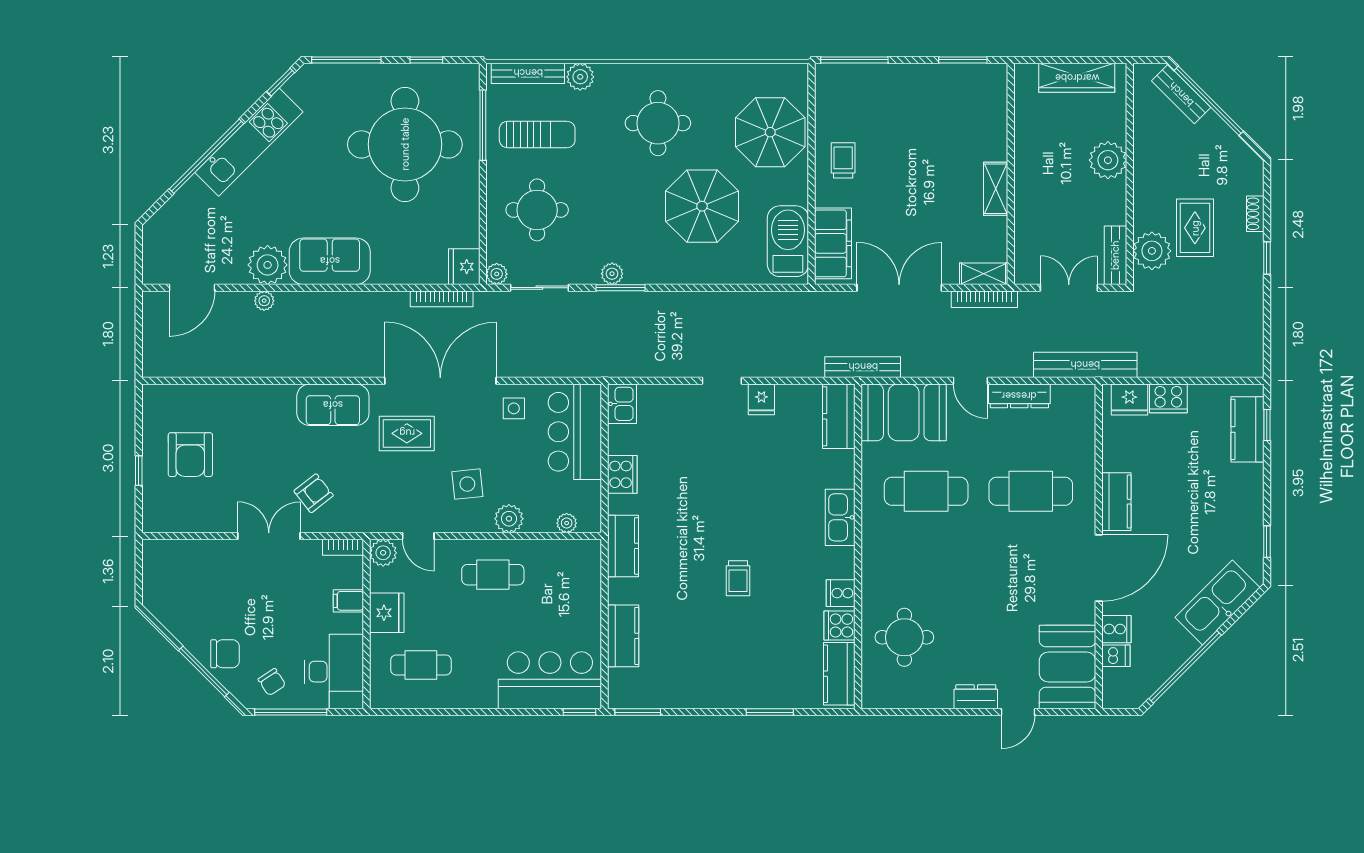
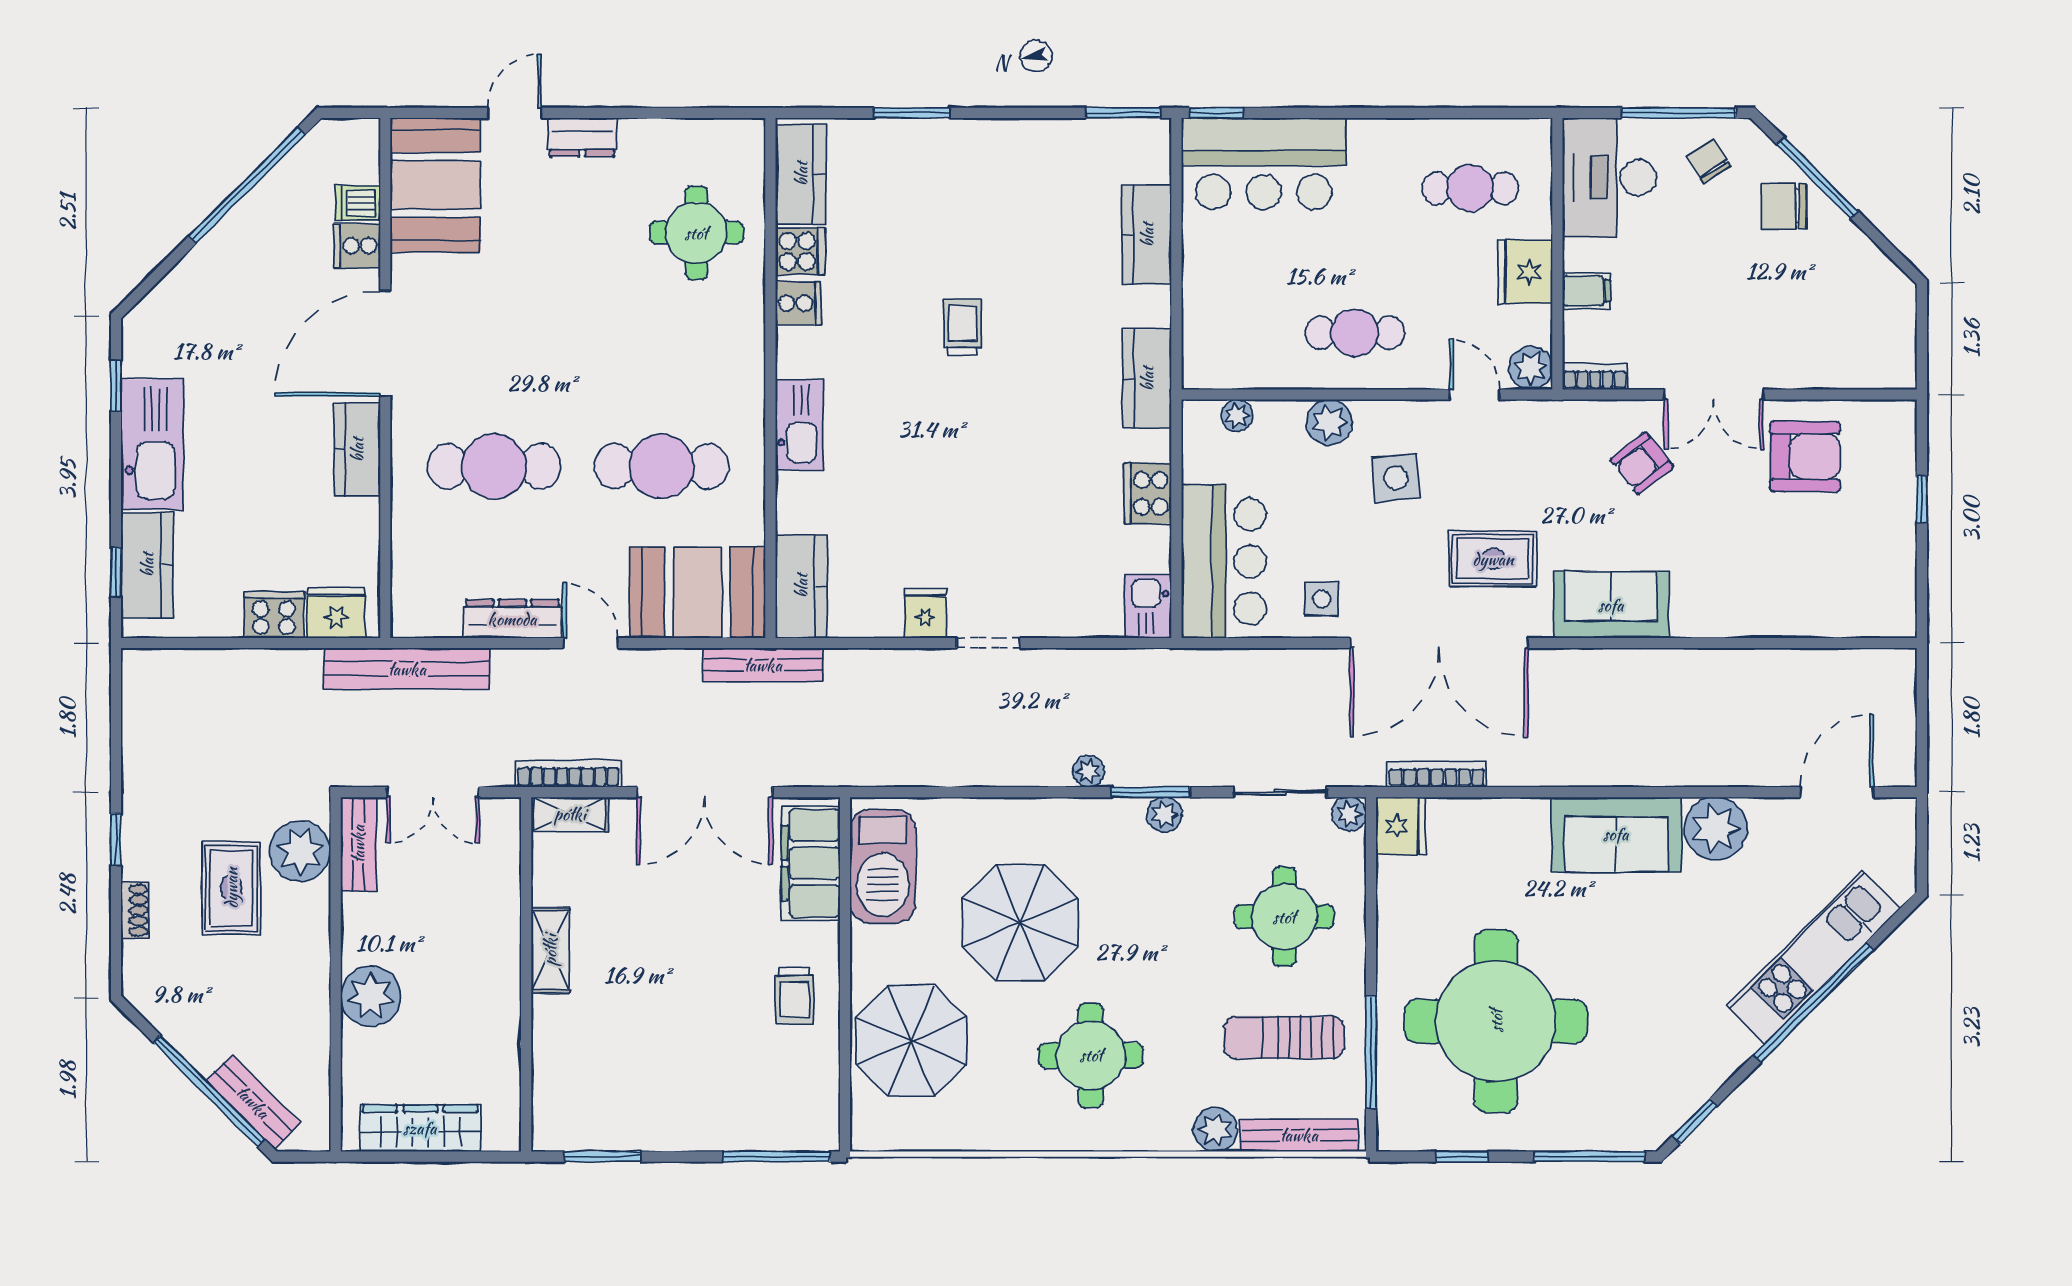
kitchen unit: (249, 142) -> (1813, 957), moved
plant: (264, 301) -> (1089, 771), moved
armchair: (190, 455) -> (1805, 456), moved, turned 90
kitchen sink: (1218, 602) -> (152, 444), moved, turned -45

